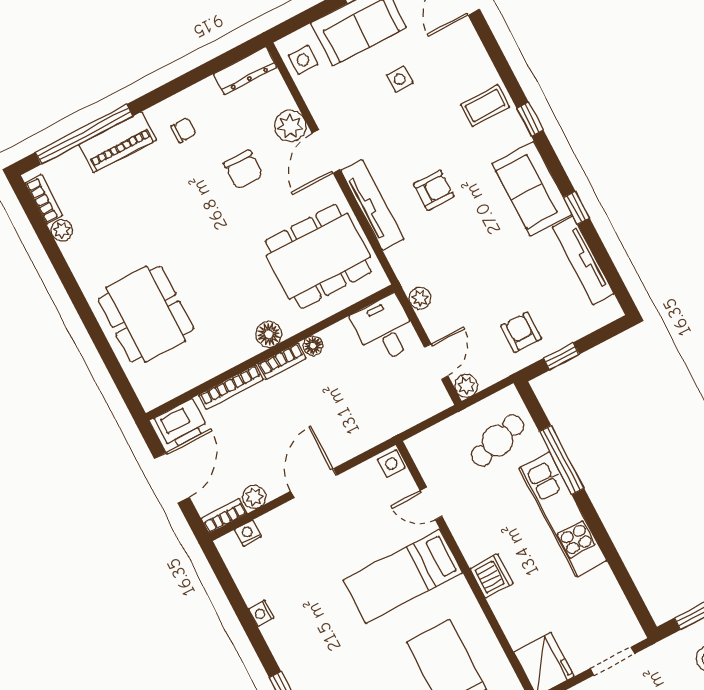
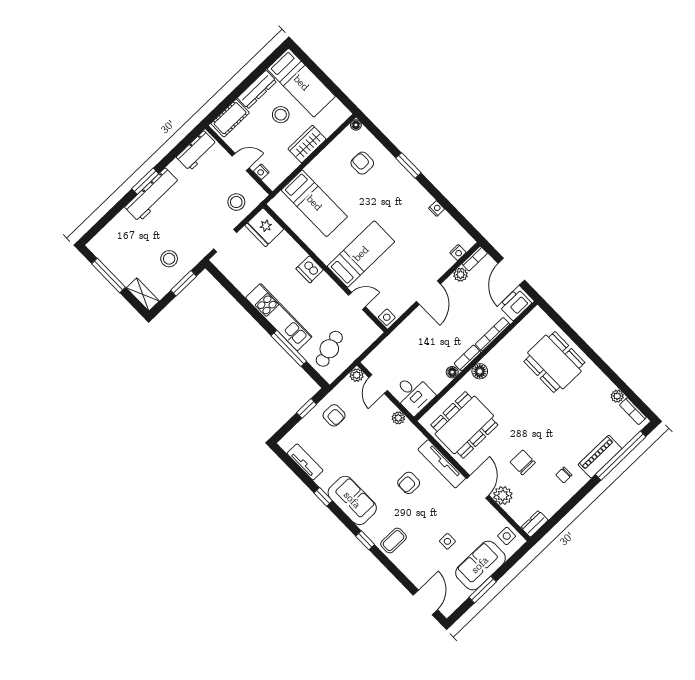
dresser: (245, 71) -> (534, 524), width x0.70
tv unit: (583, 261) -> (305, 462), width x0.71

